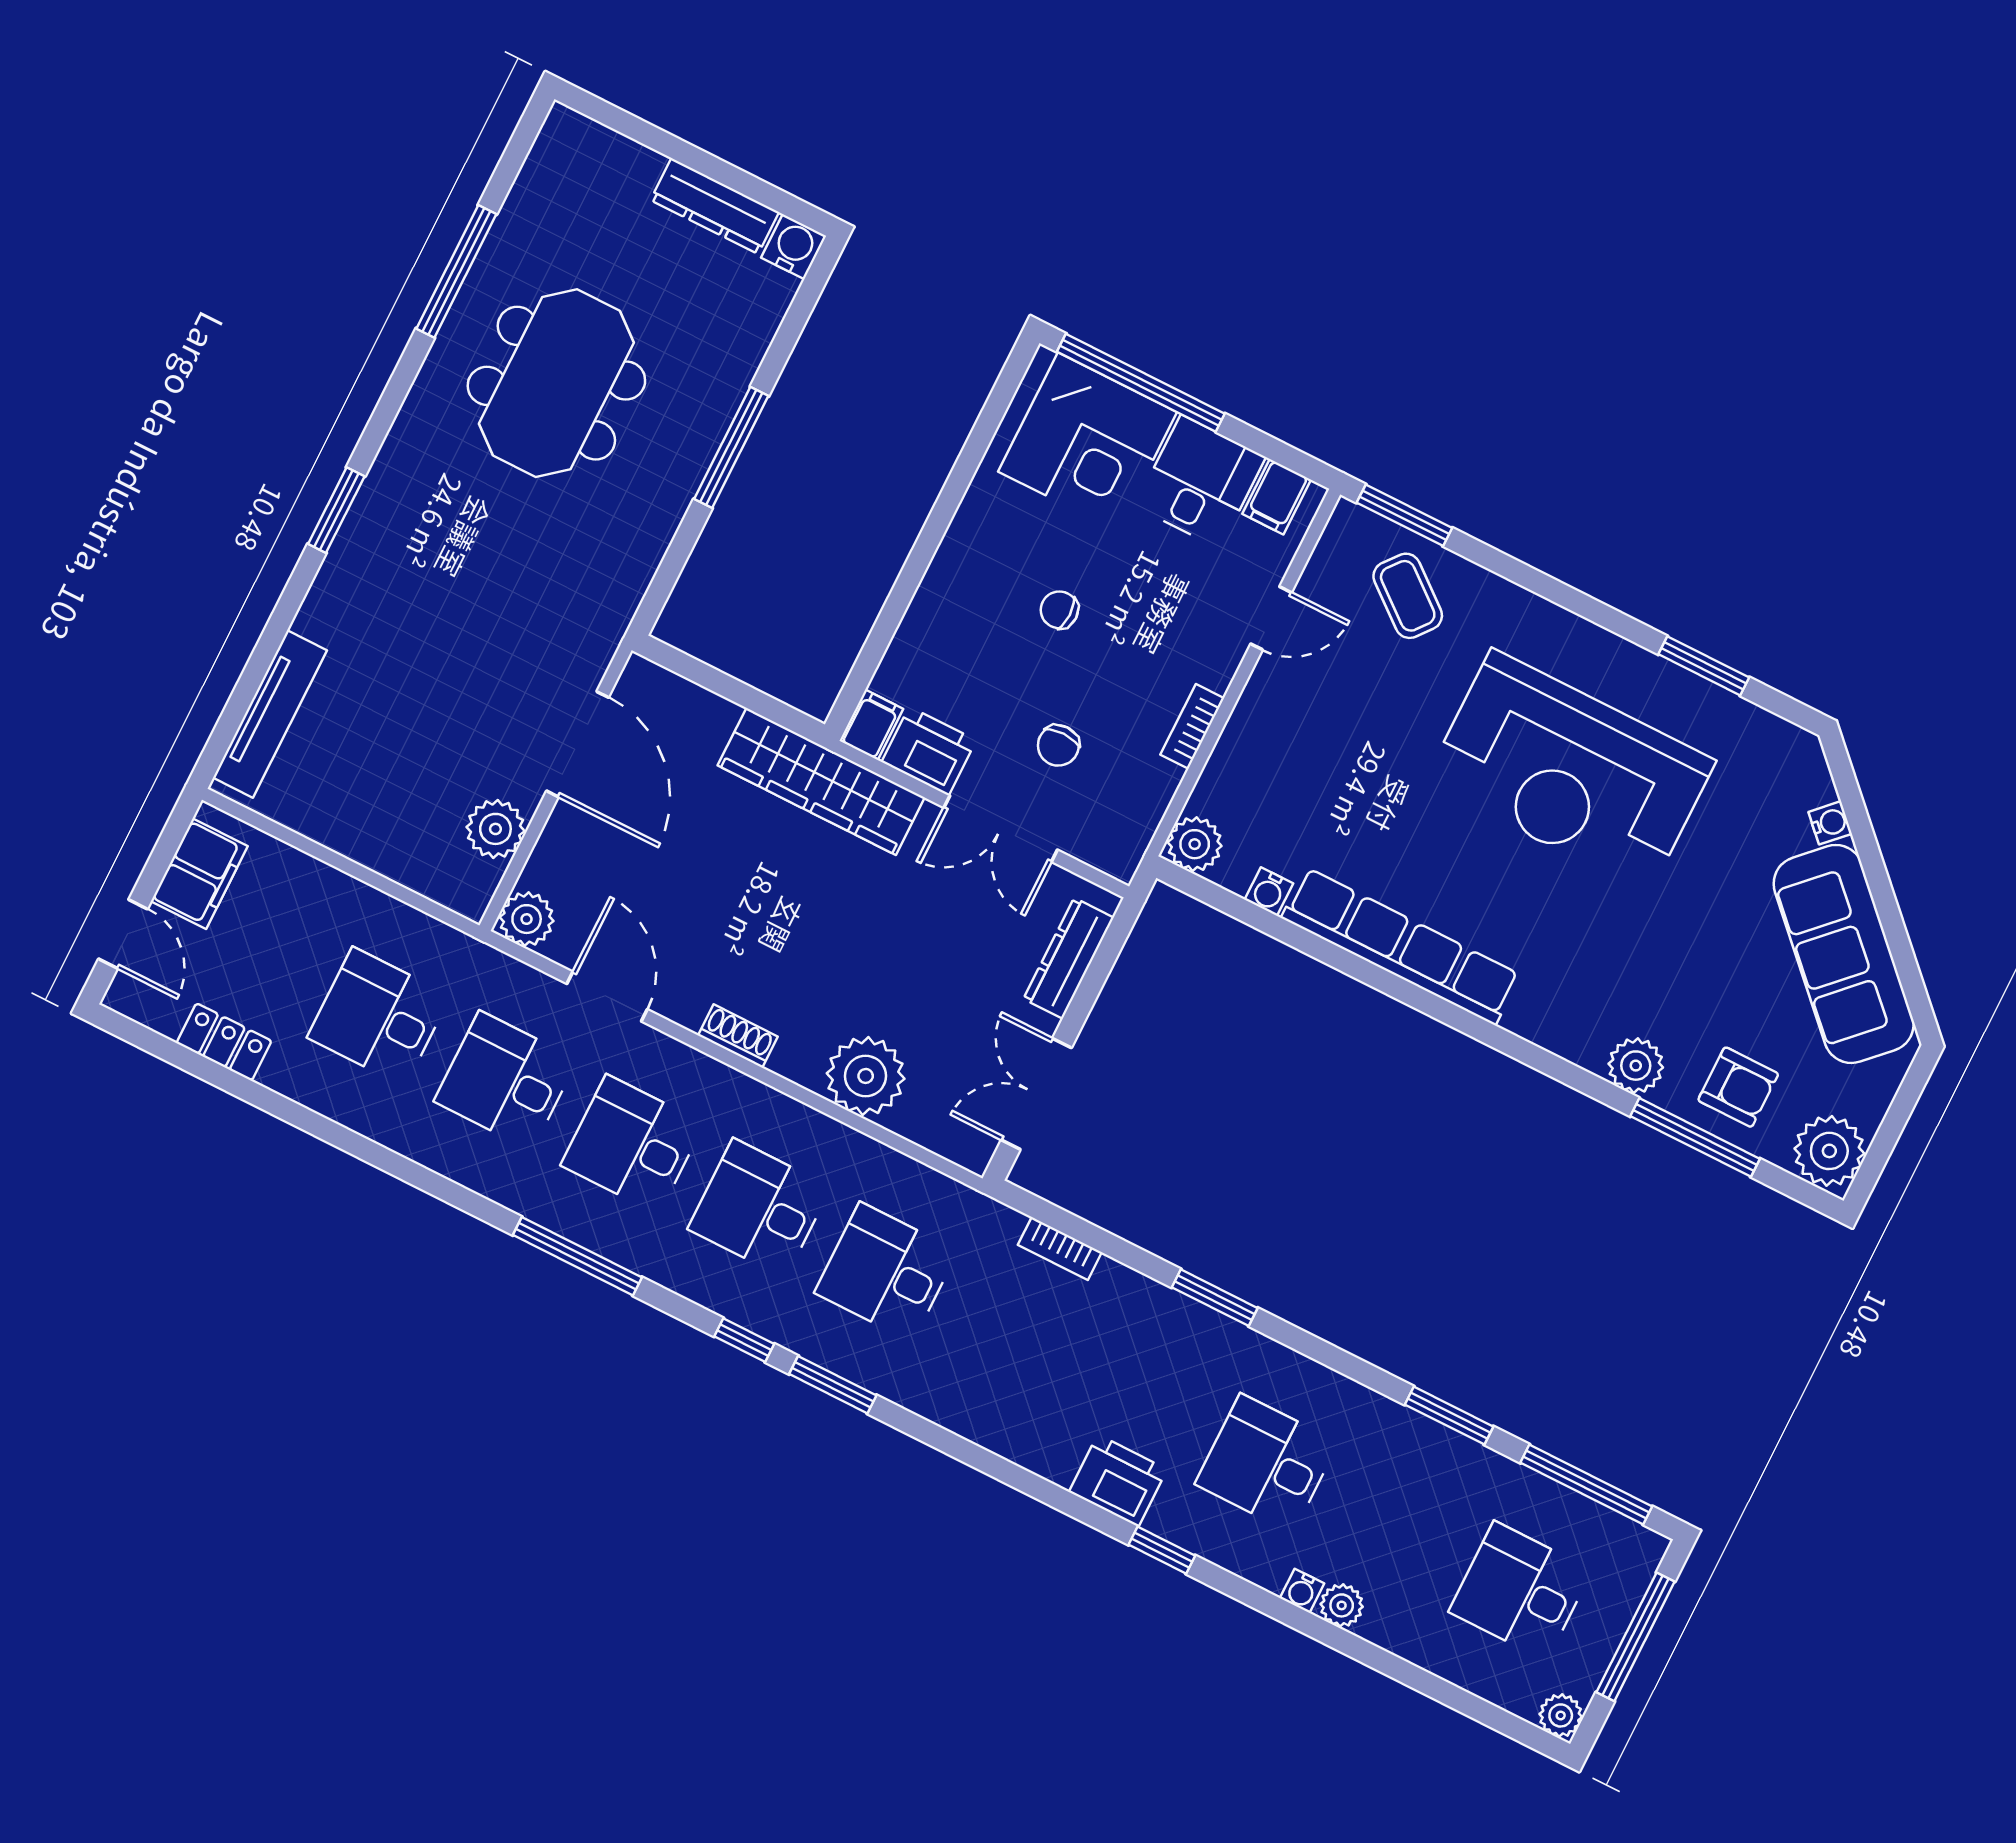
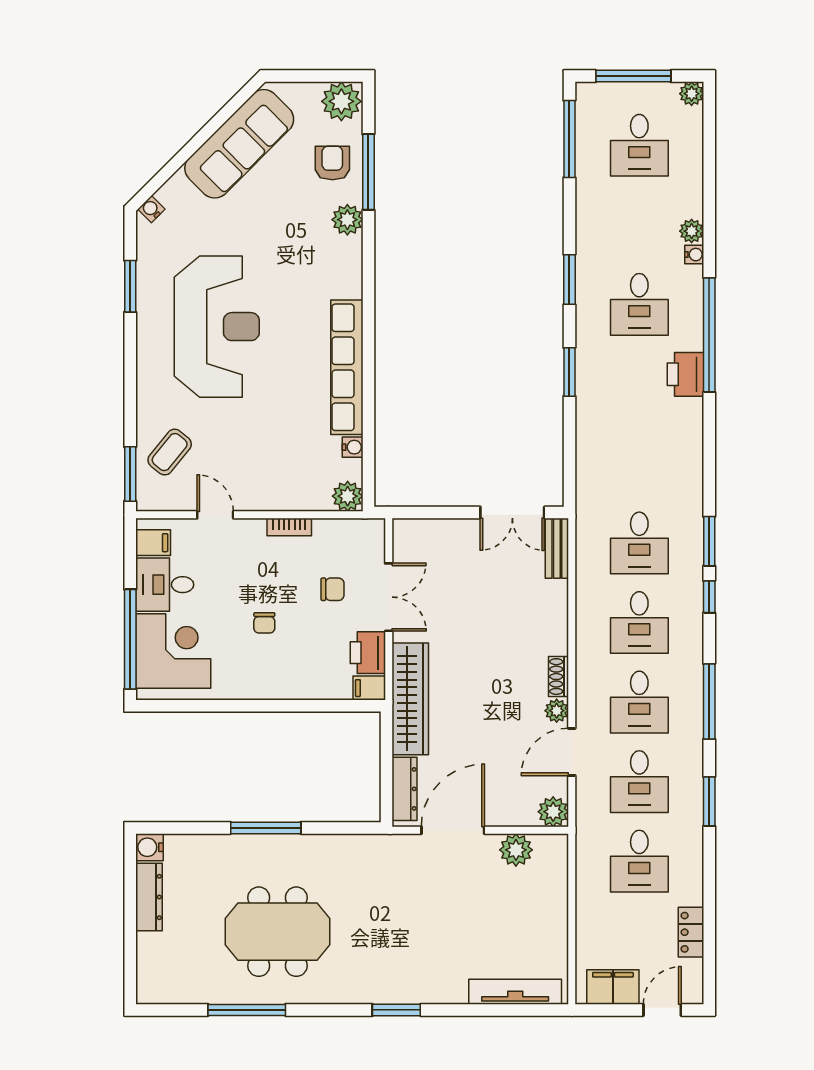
water cooler: (1830, 823) -> (151, 209), moved
dresser: (1068, 958) -> (405, 789), moved, turned -90
plant: (866, 1076) -> (557, 711), moved, width x0.53, depth x0.53
bench: (944, 1136) -> (557, 548), added
window: (418, 1176) -> (709, 801), added
bookcase: (1060, 1249) -> (584, 462), removed
window: (1449, 1416) -> (569, 279), moved
window: (1162, 1550) -> (709, 335), width x3.17

